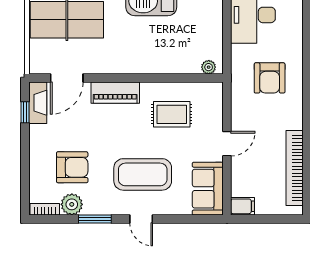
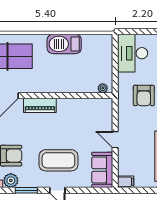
rug: (172, 114) -> (78, 120), removed
door: (227, 144) -> (115, 140), swing flipped

